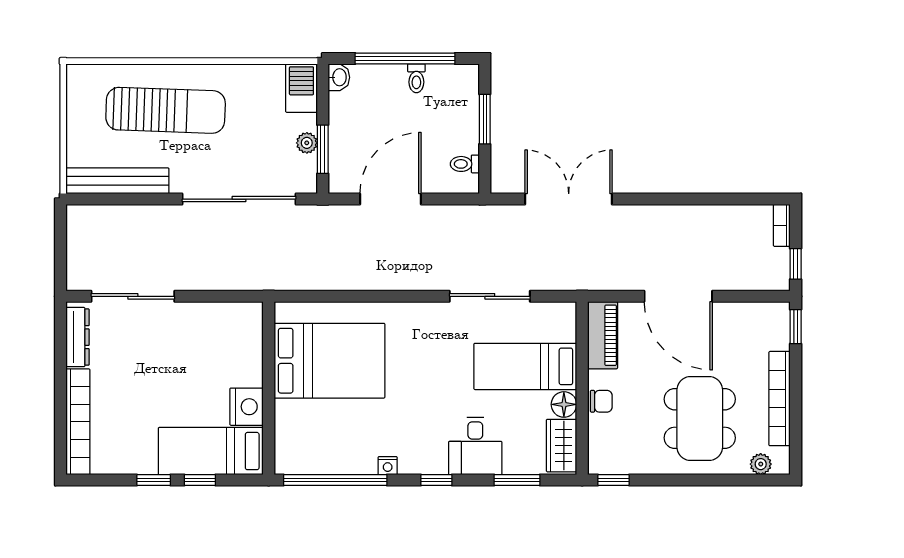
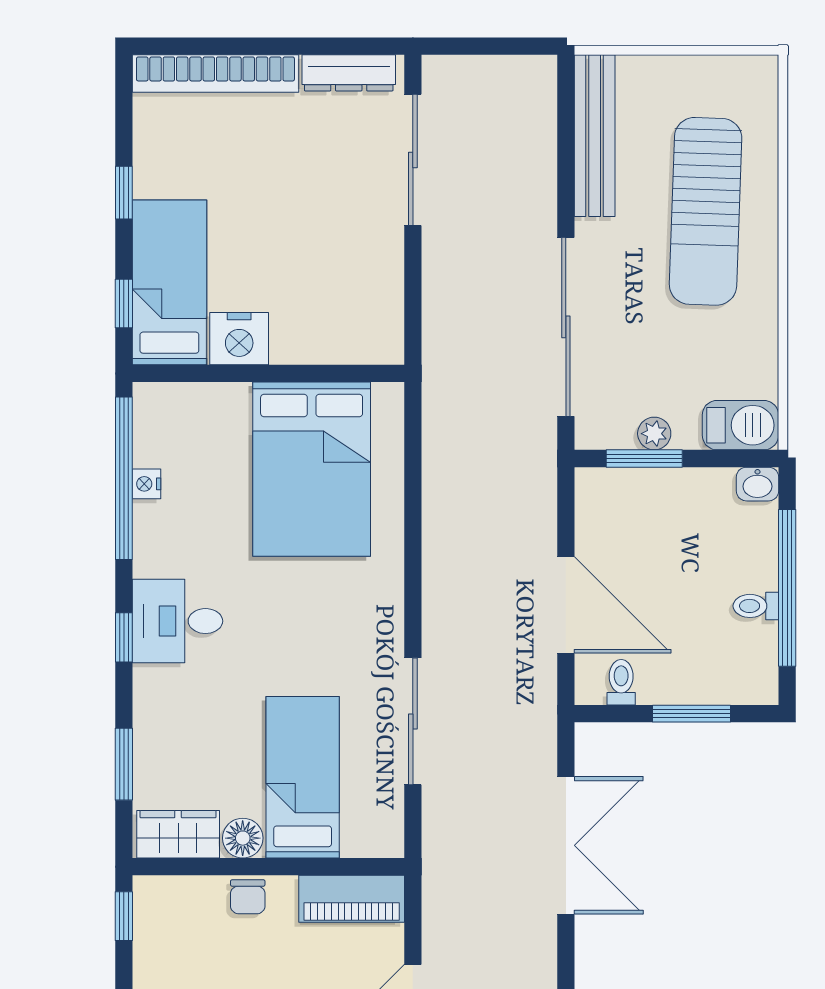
door: (390, 199) -> (566, 605), moved
desk: (475, 446) -> (177, 621), moved
nightstand: (388, 466) -> (146, 484), moved
window: (200, 480) -> (124, 303), moved

